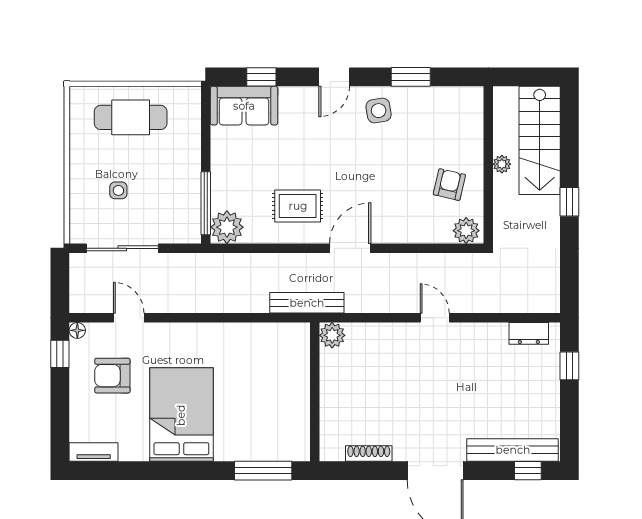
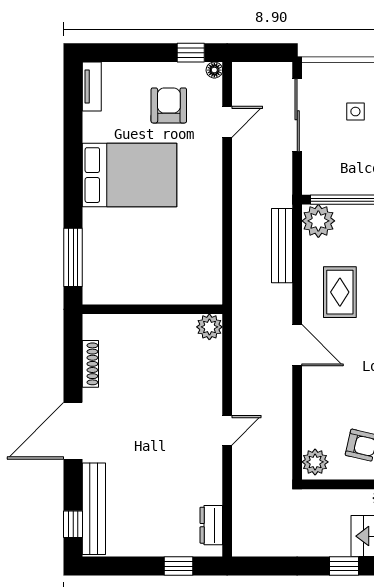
bench: (307, 303) -> (282, 246), moved

